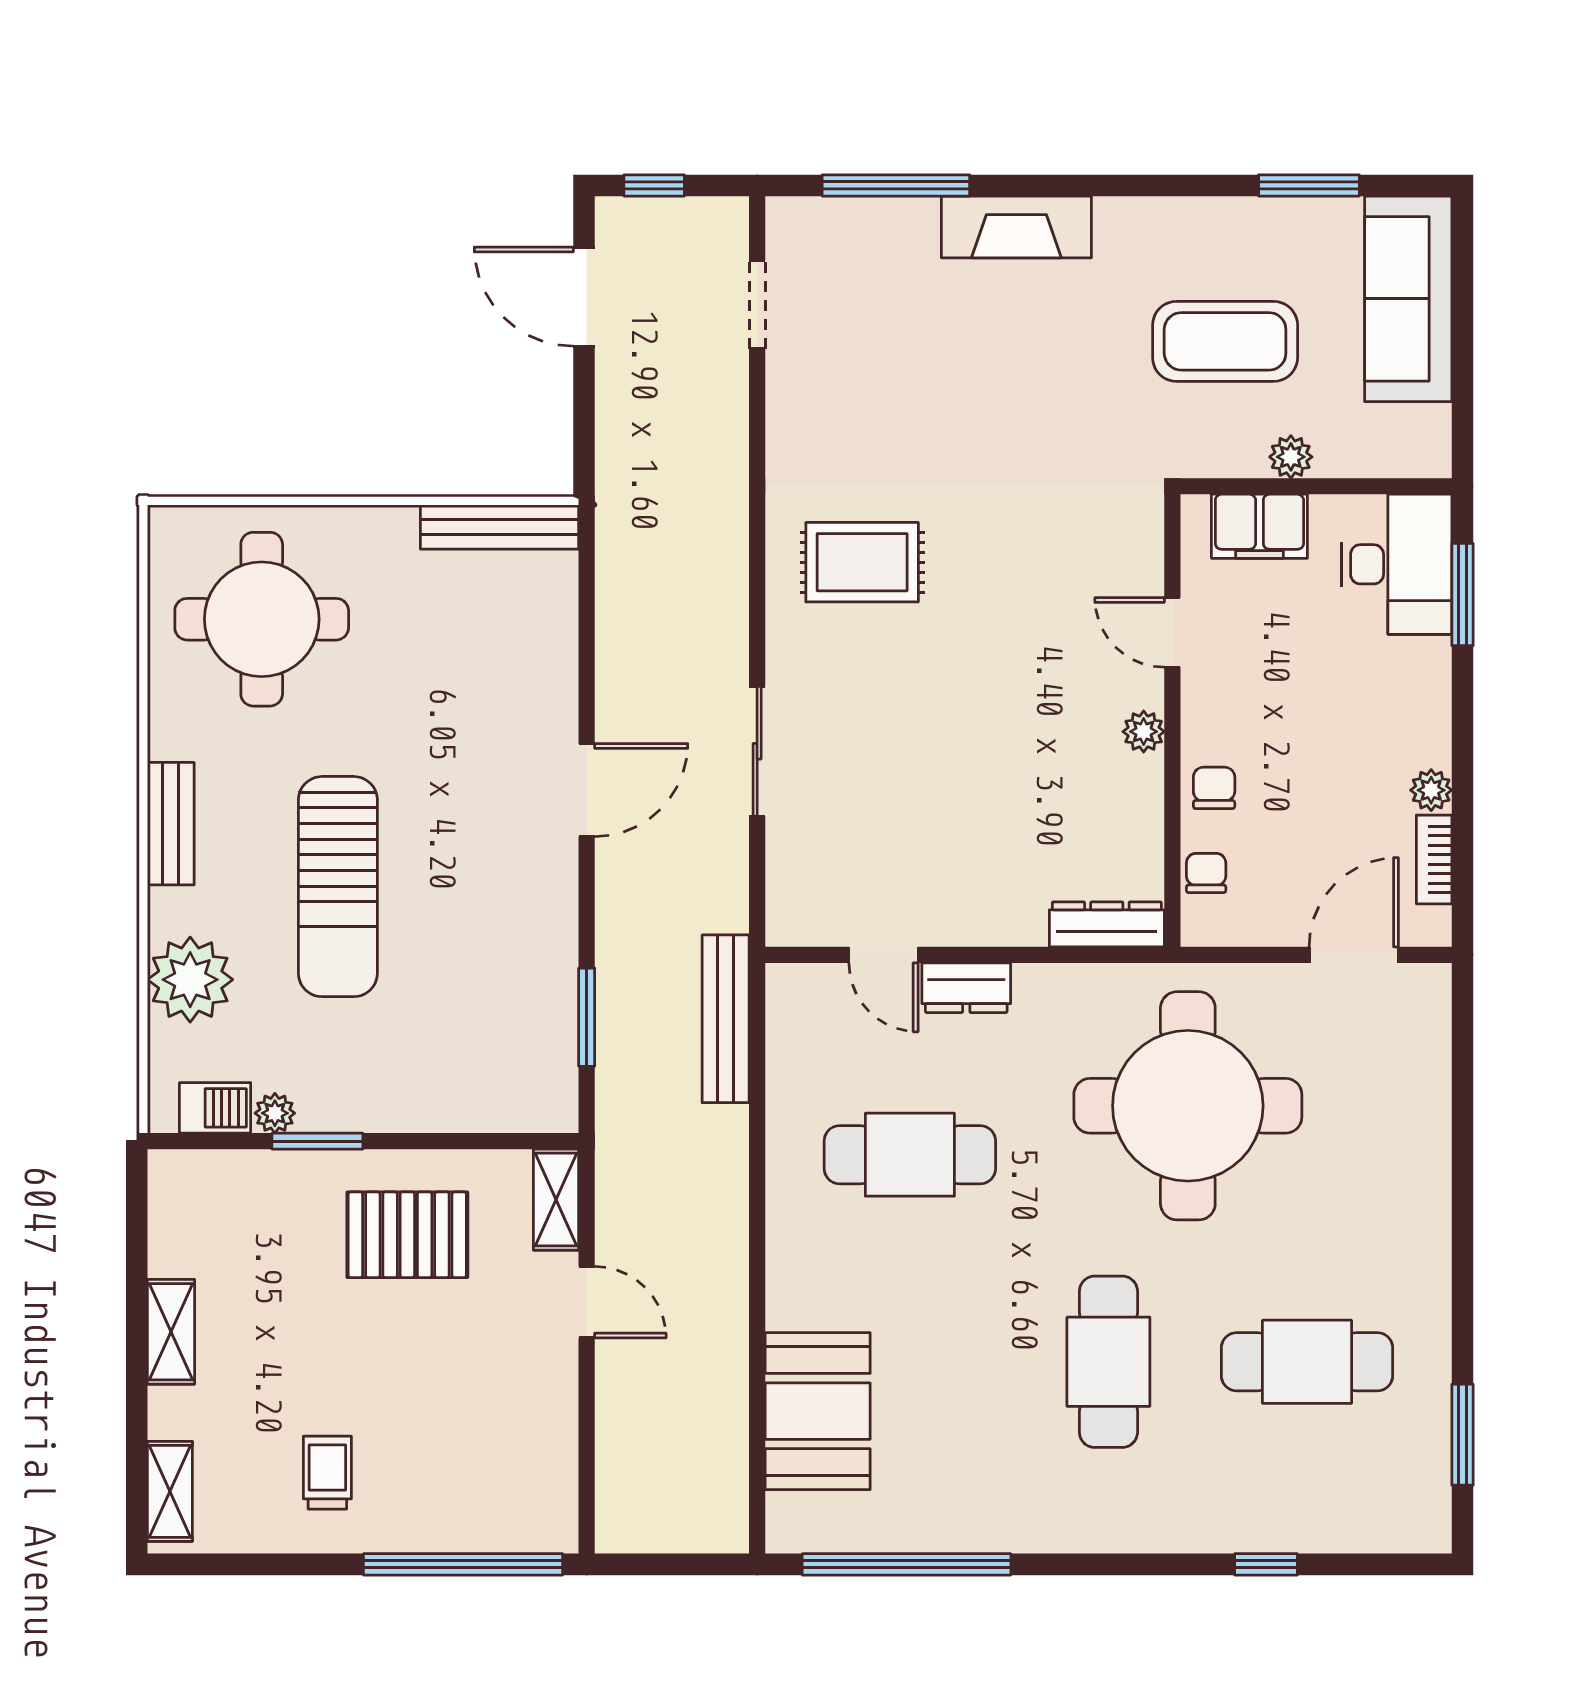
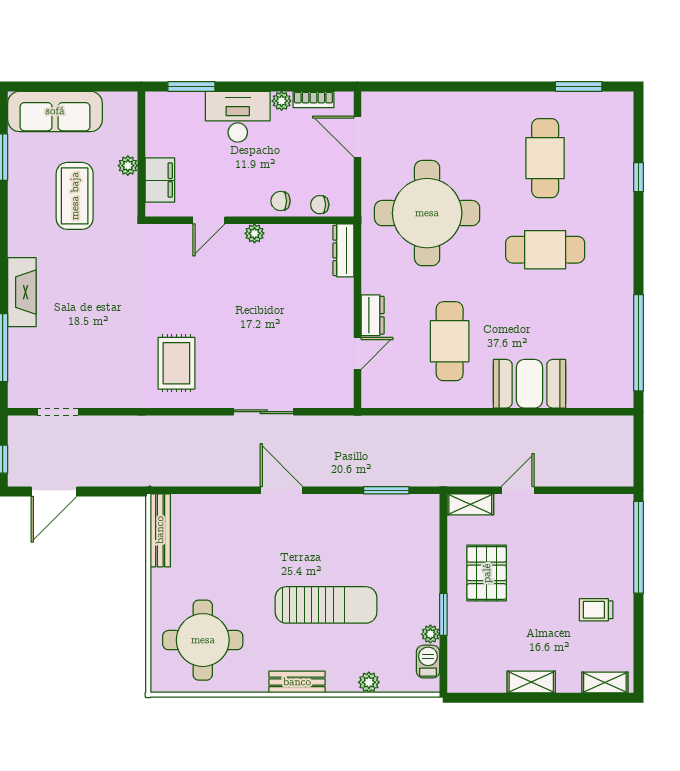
desk: (1397, 564) -> (238, 117), moved
plant: (190, 980) -> (369, 682), width x0.53, depth x0.53
bench: (726, 1019) -> (387, 426), removed
booth: (818, 1411) -> (529, 384), moved

